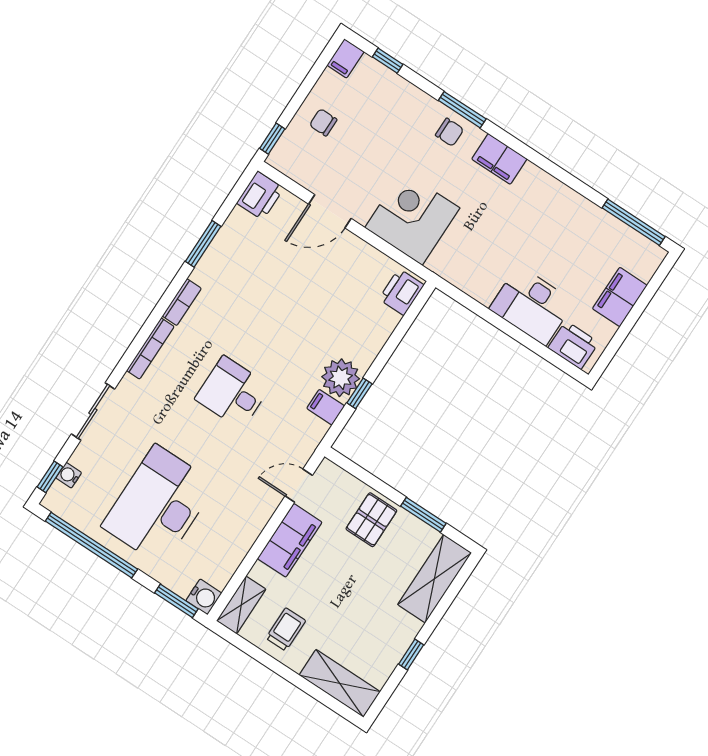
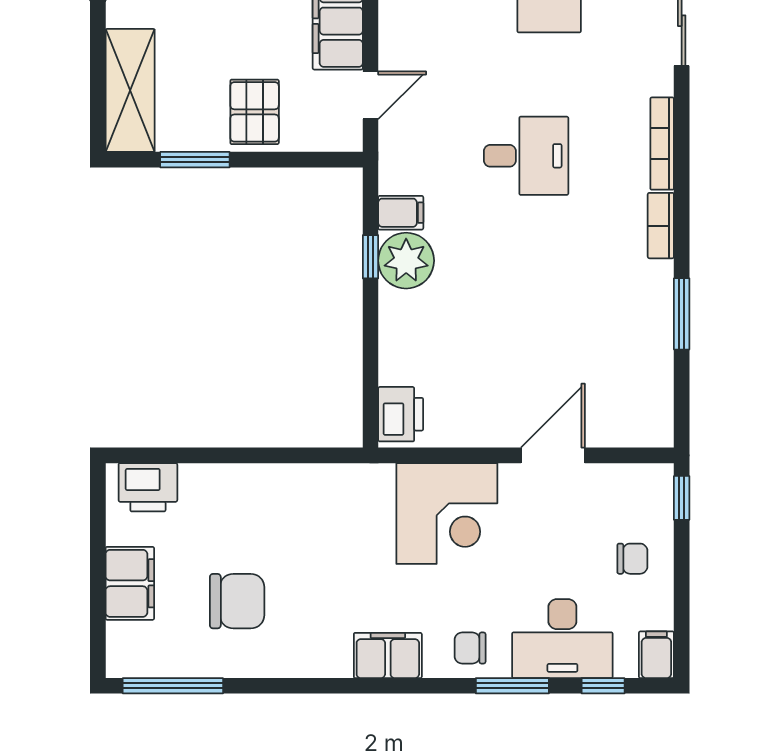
window: (462, 110) -> (512, 686), moved
printer: (260, 196) -> (651, 418), removed
chair: (565, 247) -> (237, 601), added
desk: (532, 305) -> (562, 639), moved, turned 180

